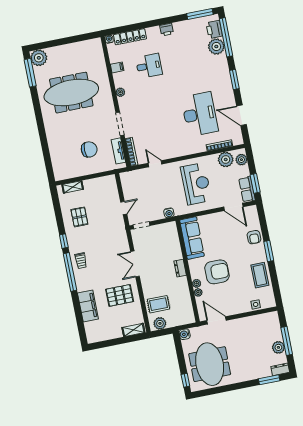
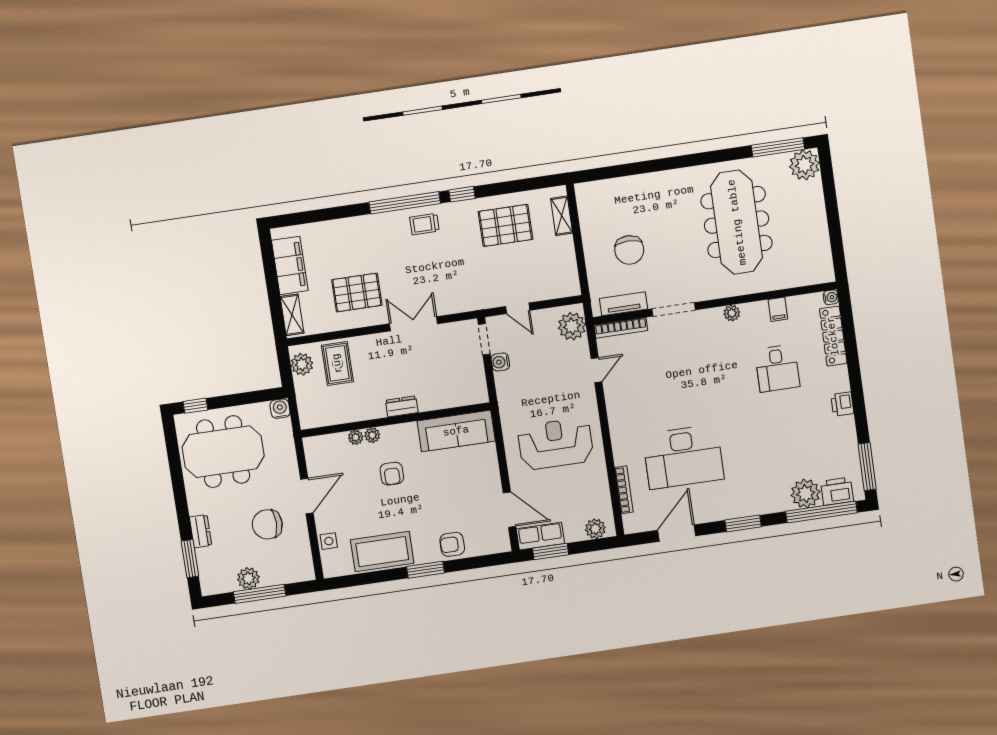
plant: (226, 159) -> (572, 326), moved
reception desk: (196, 184) -> (556, 444), turned 180
door: (233, 207) -> (509, 510), swing flipped
water cooler: (169, 213) -> (500, 362), moved
pallet: (79, 217) -> (505, 225), width x1.50, depth x1.42
armchair: (217, 272) -> (392, 474), width x0.53, depth x0.53
coffee table: (260, 275) -> (382, 552), width x1.36, depth x1.32
pallet: (120, 295) -> (357, 292), turned 90
filing cabinet: (88, 306) -> (290, 265), moved, turned -90
door: (217, 320) -> (307, 496), moved
chair: (248, 338) -> (267, 524), added
dresser: (280, 369) -> (201, 531), moved

